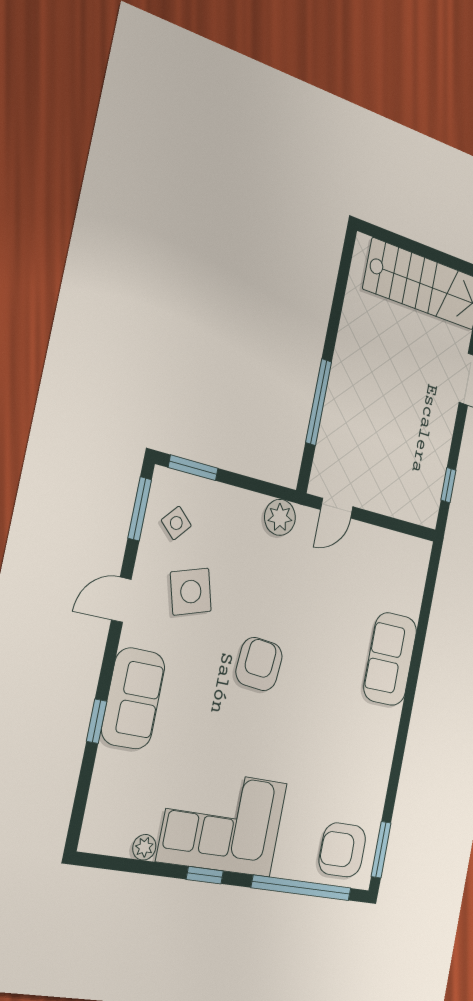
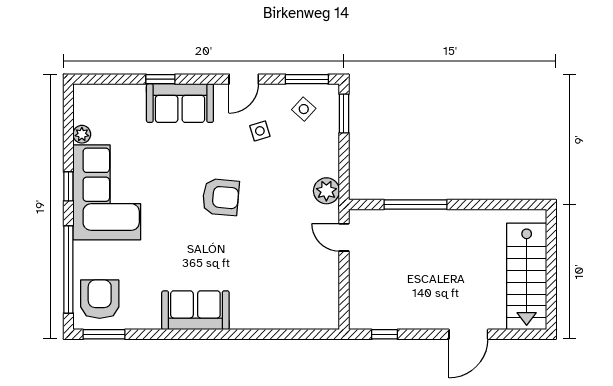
side table: (191, 592) -> (260, 131), width x0.54, depth x0.54
door: (121, 600) -> (244, 79), swing flipped
sofa: (390, 659) -> (195, 310), moved

